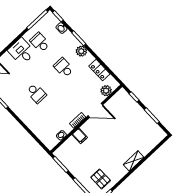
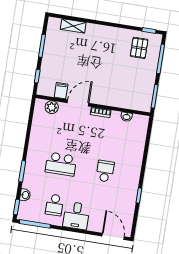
plant: (81, 51) -> (32, 159), removed
school desk: (64, 68) -> (61, 164), width x1.85
locker: (99, 70) -> (37, 128), removed
door: (95, 110) -> (78, 103), hinge flipped
filing cabinet: (80, 136) -> (61, 91), moved
shelving: (134, 161) -> (73, 26), moved

